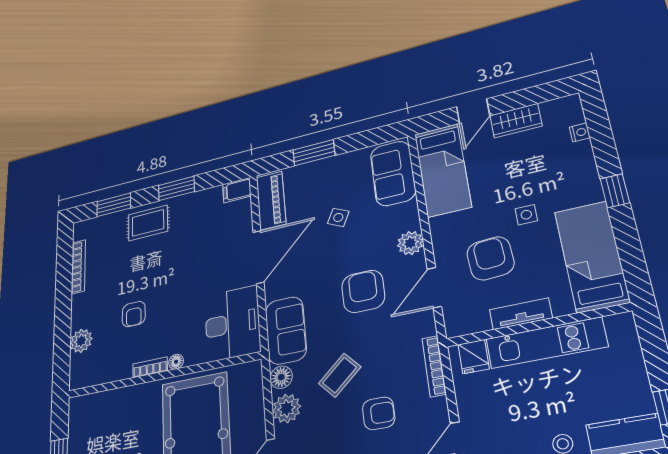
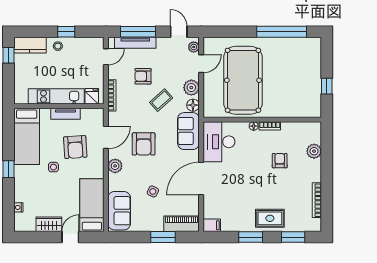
piano: (271, 200) -> (182, 224), moved, turned 90

